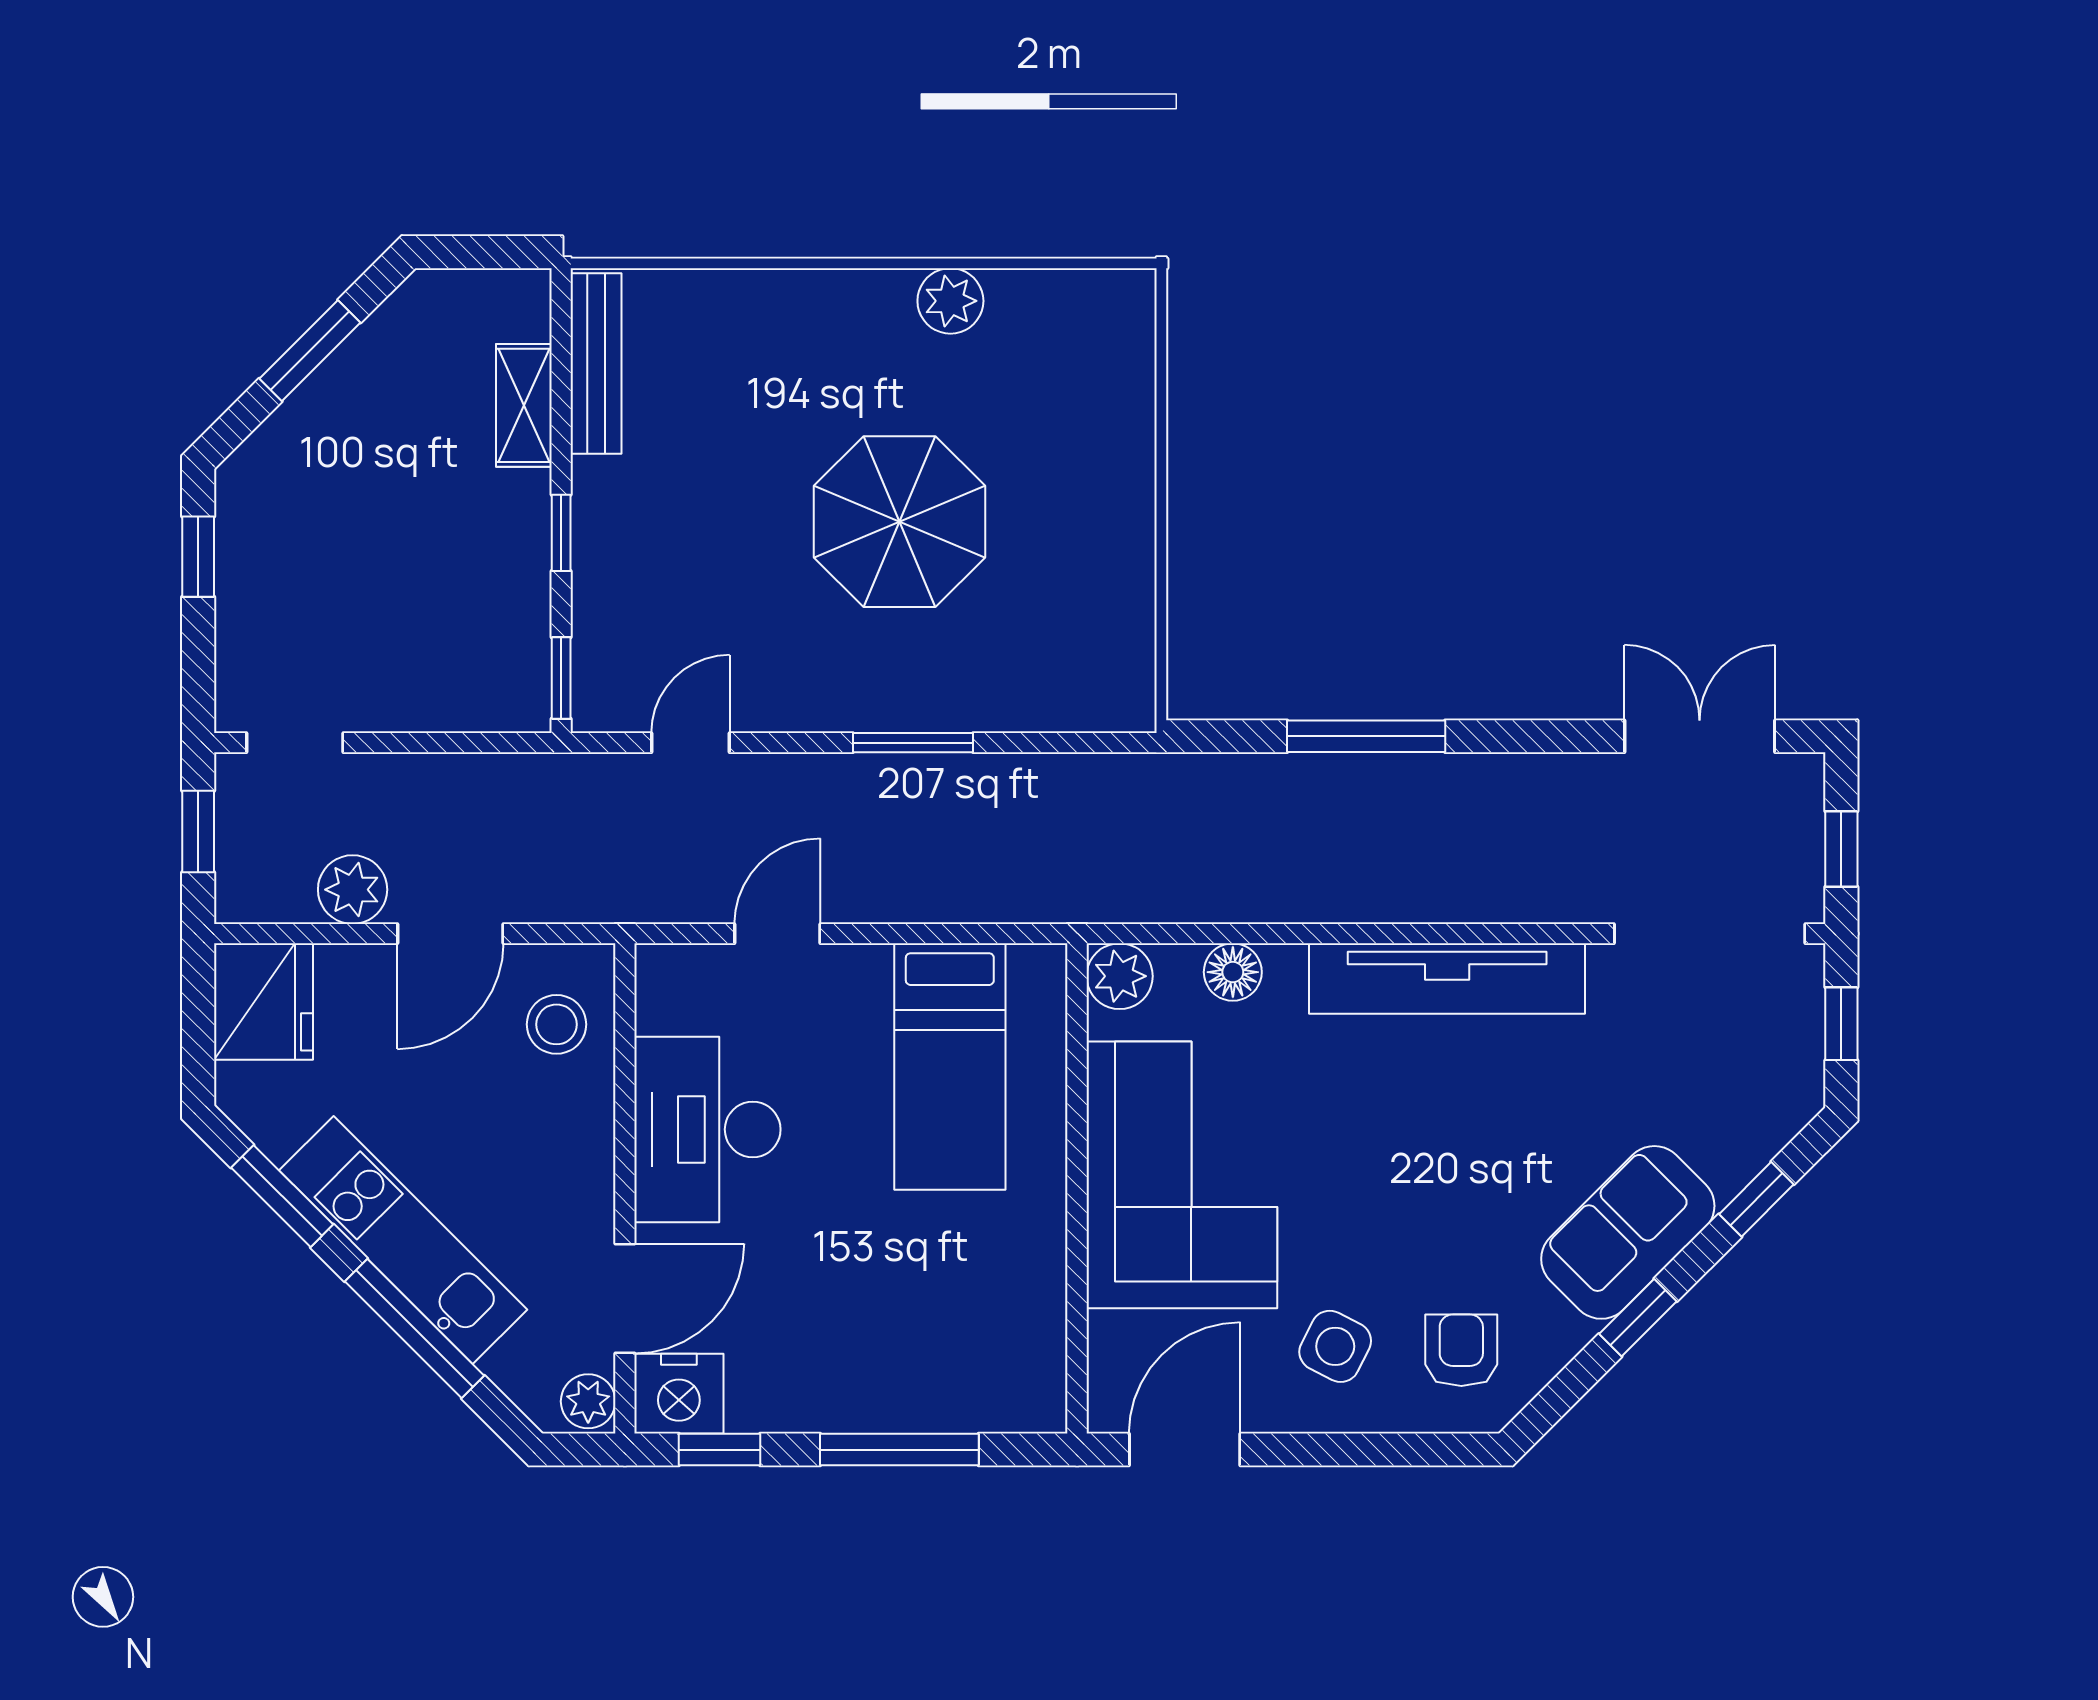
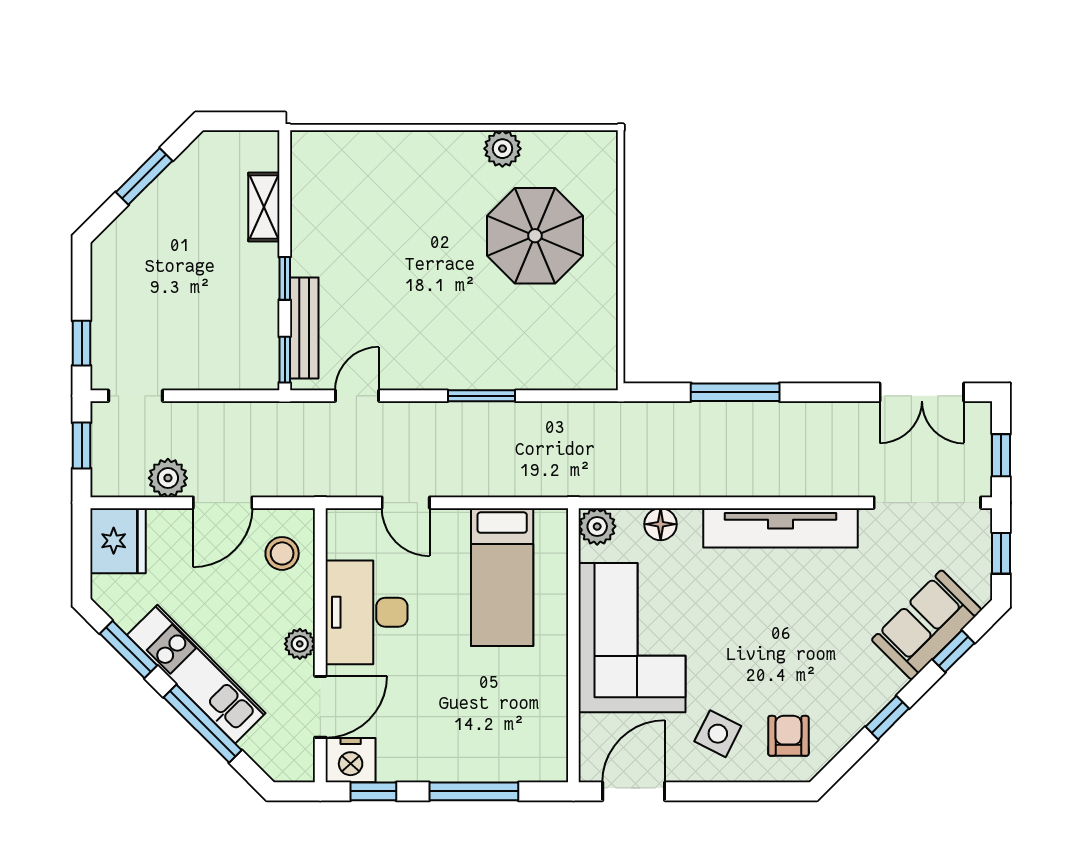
bench: (596, 364) -> (304, 328), moved
parasol: (899, 522) -> (535, 236), moved
window: (198, 557) -> (82, 343), moved
double door: (1700, 736) -> (922, 392), swing flipped
door: (777, 934) -> (406, 503), swing flipped
sofa: (1628, 1232) -> (927, 625), moved
plant: (588, 1401) -> (300, 644), moved

